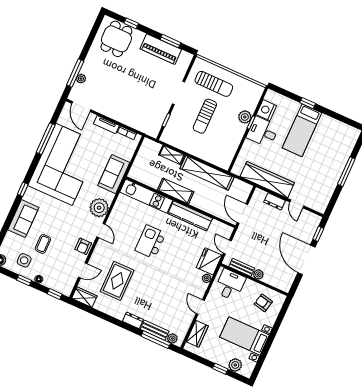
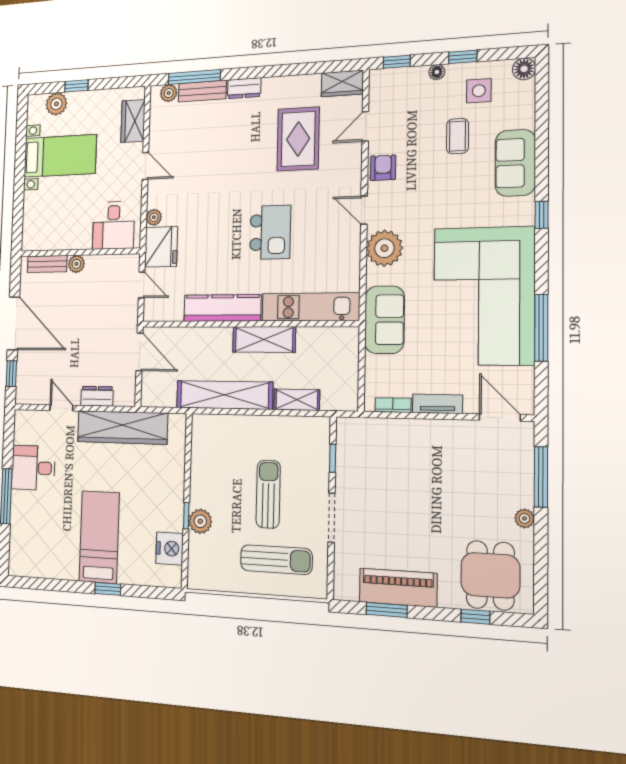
plant: (81, 79) -> (524, 518), moved
sun lounger: (214, 84) -> (276, 560), turned 180
desk: (263, 132) -> (33, 468), moved, turned 180
bench: (242, 267) -> (47, 264), moved
armchair: (263, 303) -> (52, 223), removed

